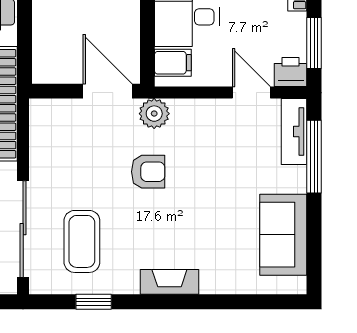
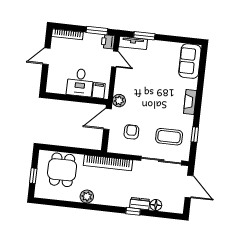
door: (251, 93) -> (115, 59), swing flipped
window: (314, 157) -> (144, 36), width x0.69
armchair: (148, 172) -> (131, 132), moved
sofa: (283, 235) -> (190, 61), moved, turned 90

